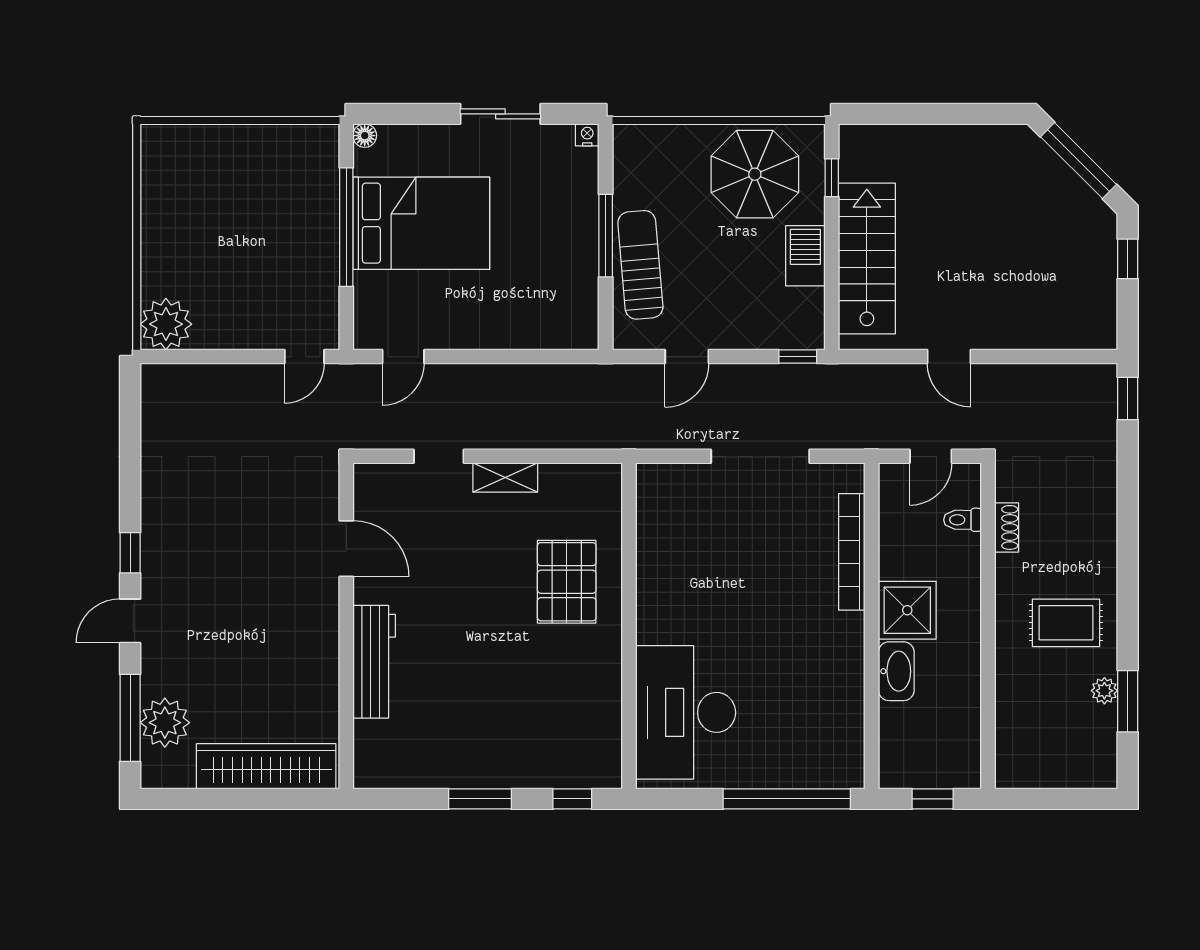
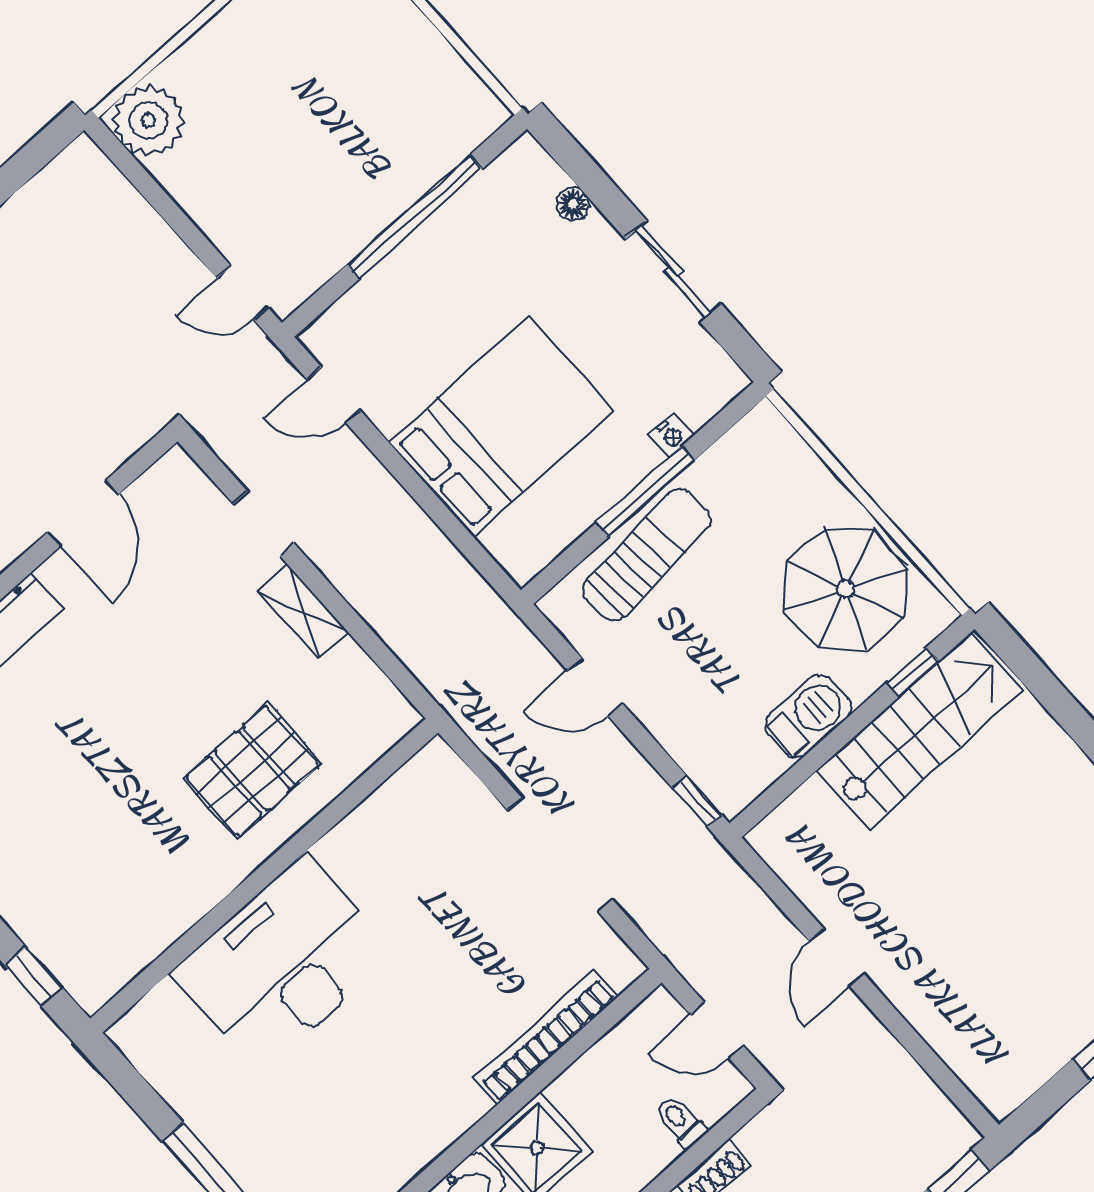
nightstand: (587, 135) -> (671, 435), moved, turned 90
floor lamp: (365, 136) -> (573, 204), moved
bed: (421, 223) -> (501, 427), moved, turned -90
stairs: (867, 258) -> (920, 730), moved
desk: (686, 712) -> (283, 963), moved

